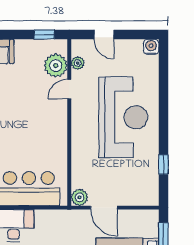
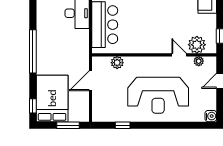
plant: (79, 197) -> (117, 63), moved

